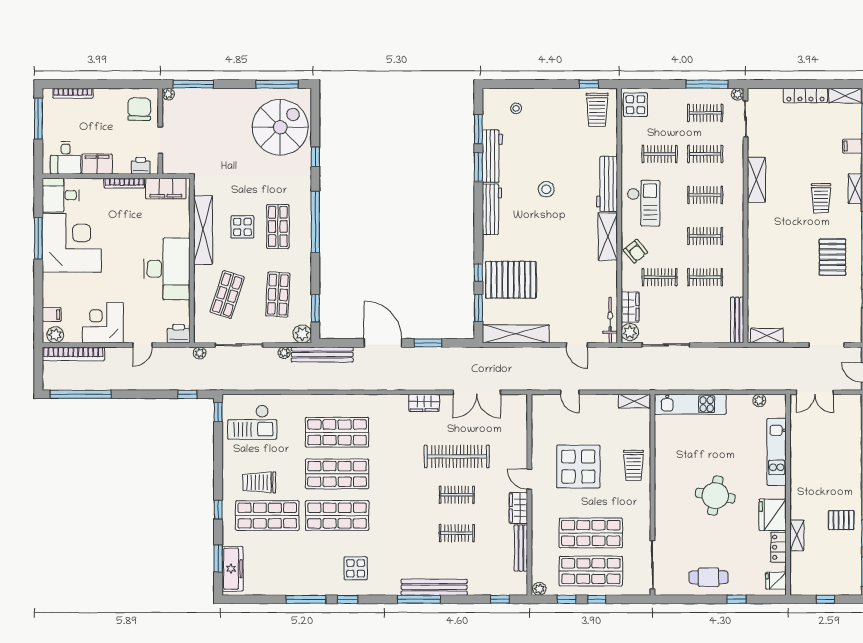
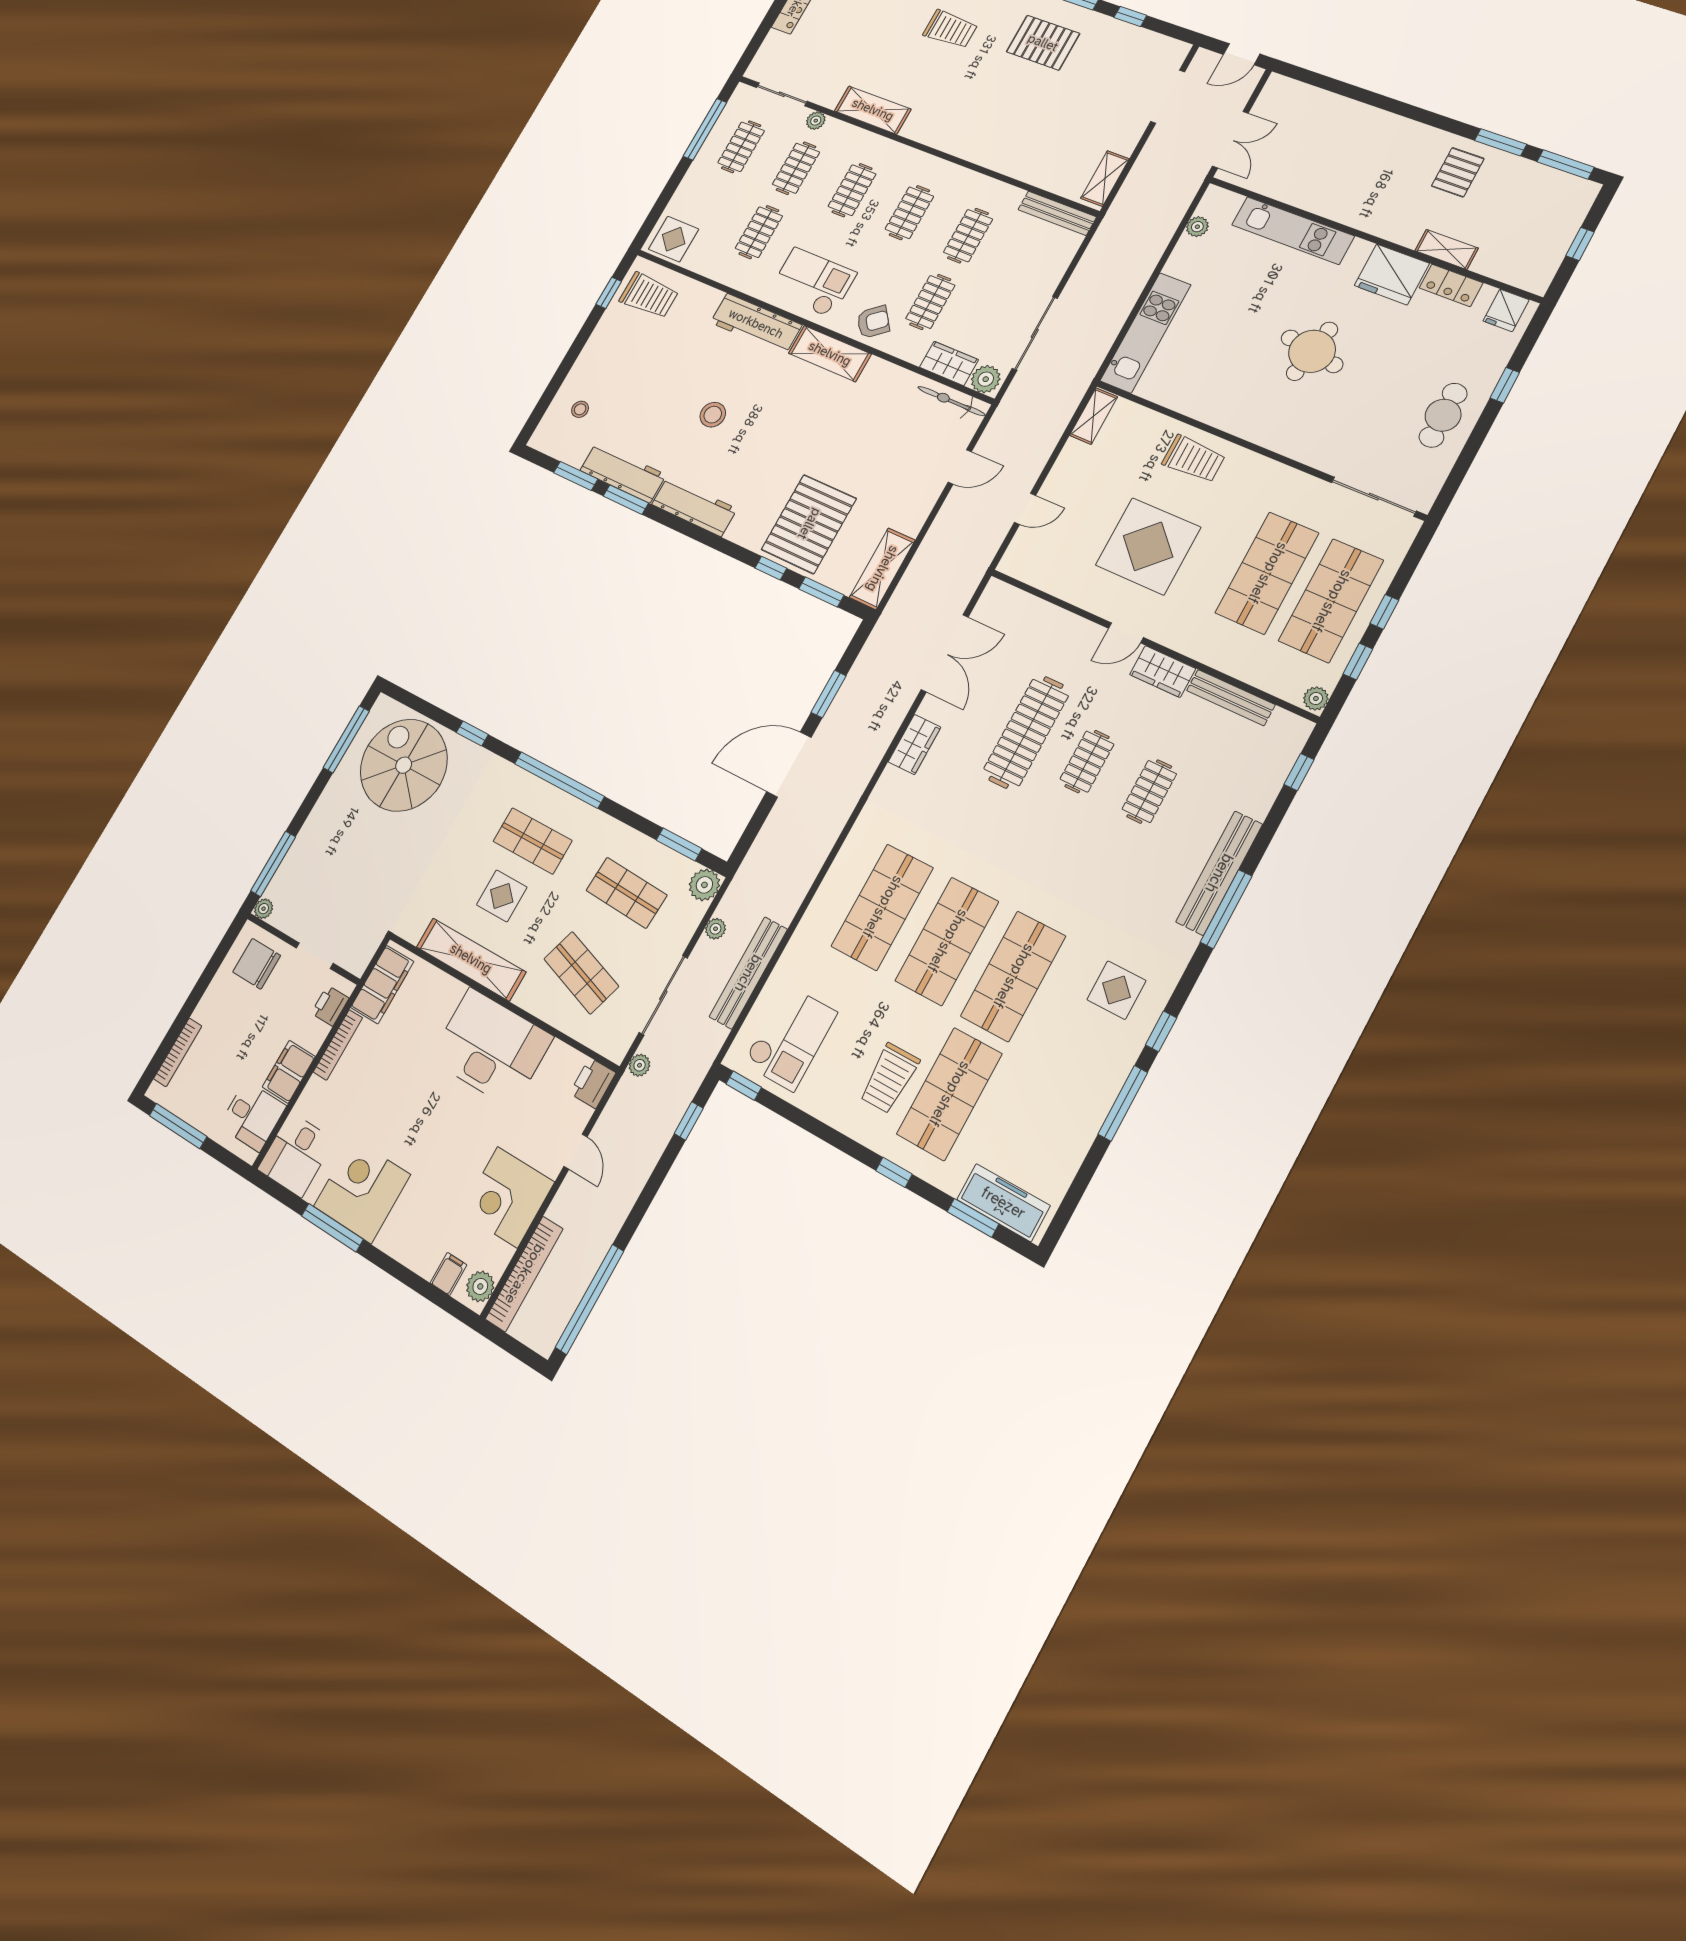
plant: (738, 94) -> (816, 121), moved
corner desk: (72, 243) -> (362, 1191), width x0.74, depth x0.74
shelving: (516, 334) -> (882, 569), width x0.68
bench: (322, 354) -> (748, 973), moved

